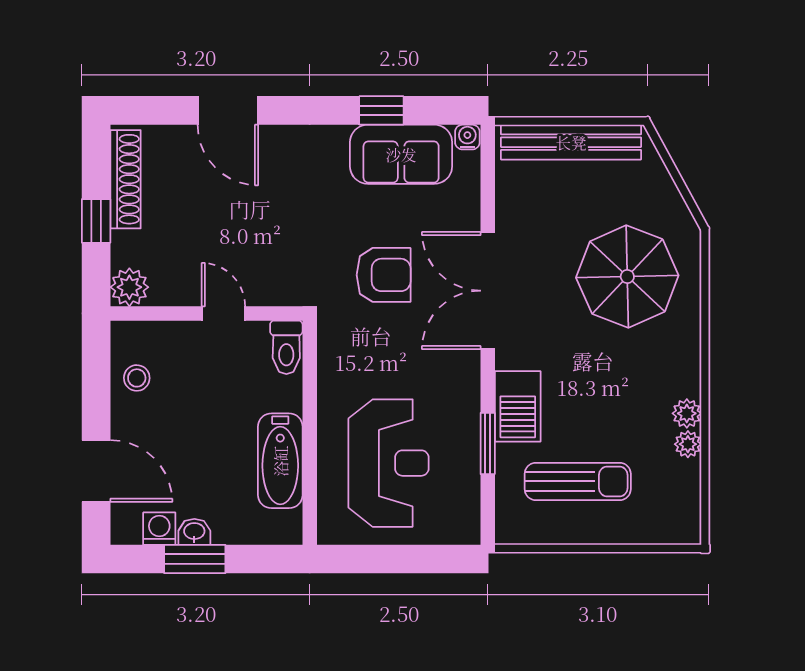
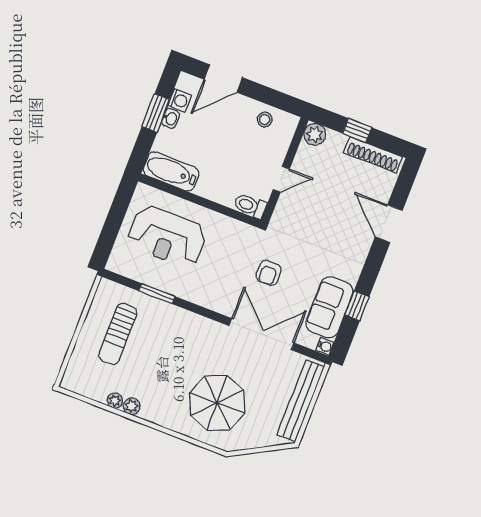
door: (228, 110) -> (389, 224), hinge flipped
armchair: (384, 275) -> (269, 273), width x0.72, depth x0.72
double door: (488, 291) -> (262, 334), moved
barbecue: (518, 406) -> (170, 317), removed
bathtub: (280, 461) -> (171, 171), moved

